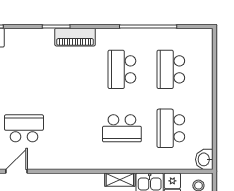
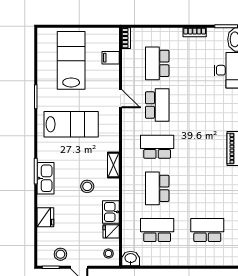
school desk: (122, 69) -> (157, 147), moved
shelving: (120, 180) -> (113, 165), moved

